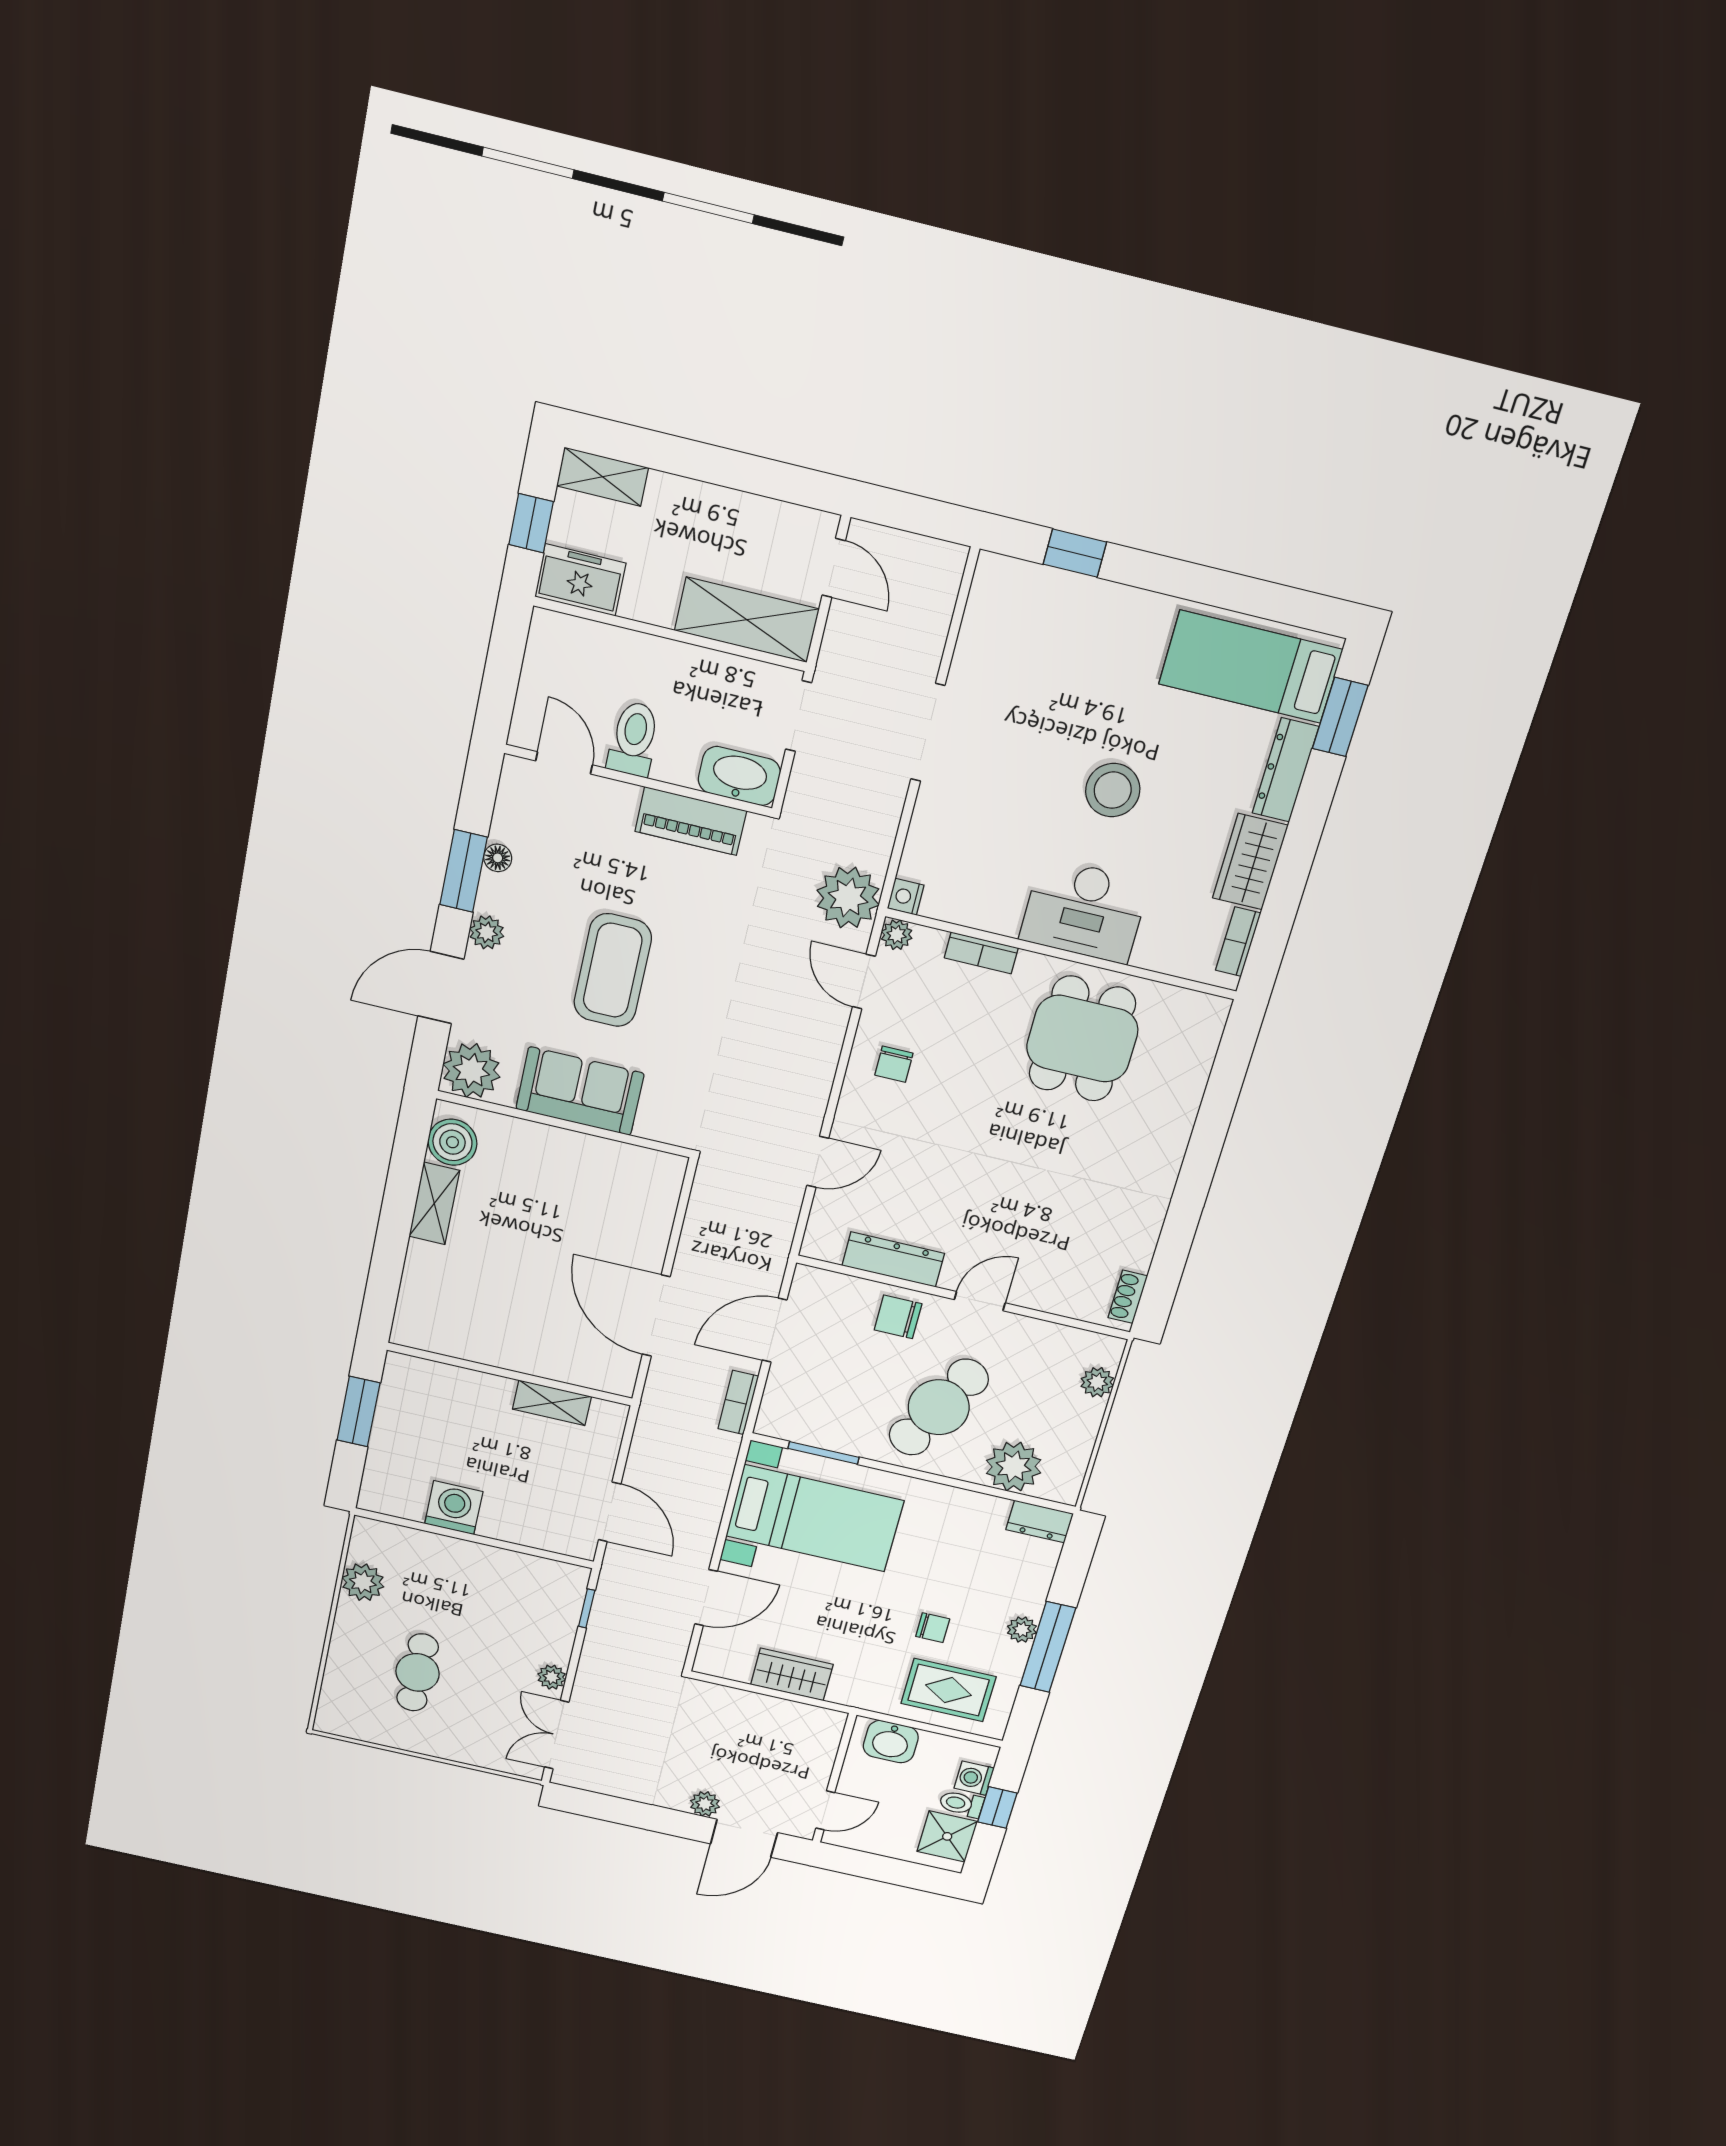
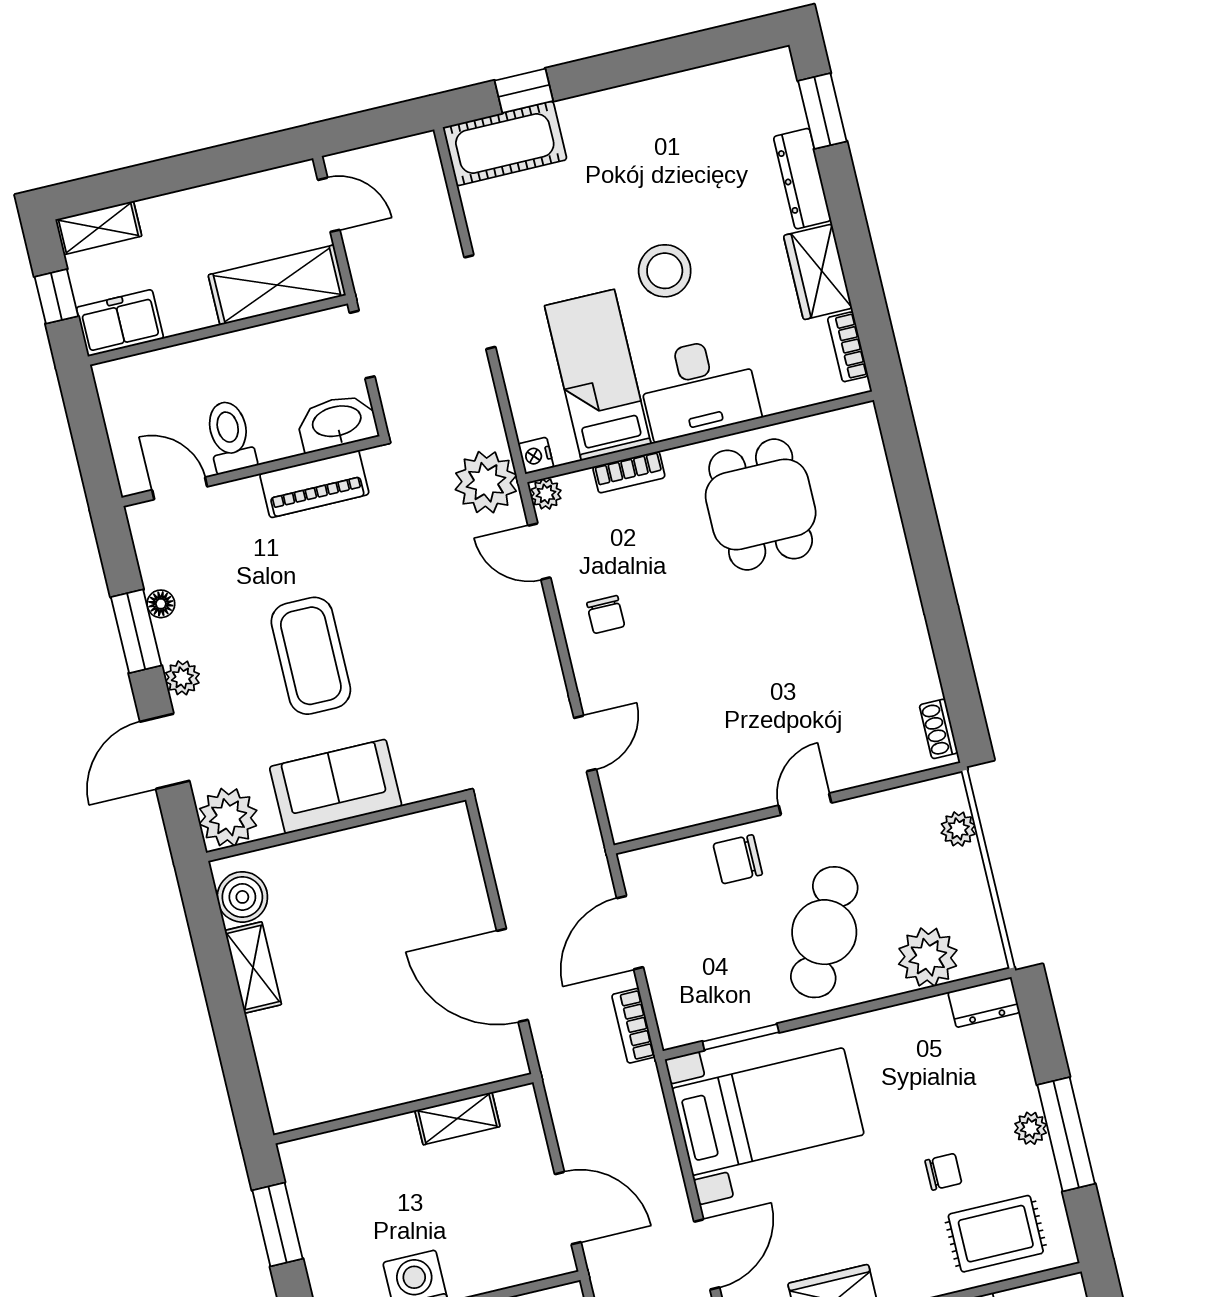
cot: (1030, 595) -> (505, 143), added
bed: (1251, 667) -> (598, 375), moved, turned 90
dresser: (893, 1259) -> (703, 804), removed

